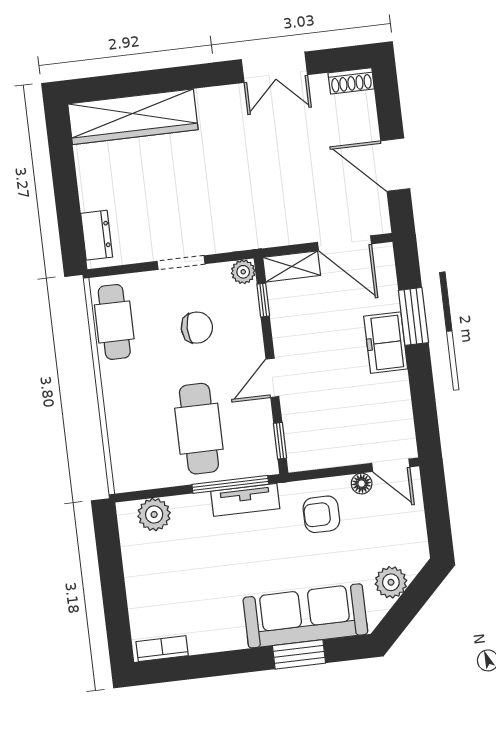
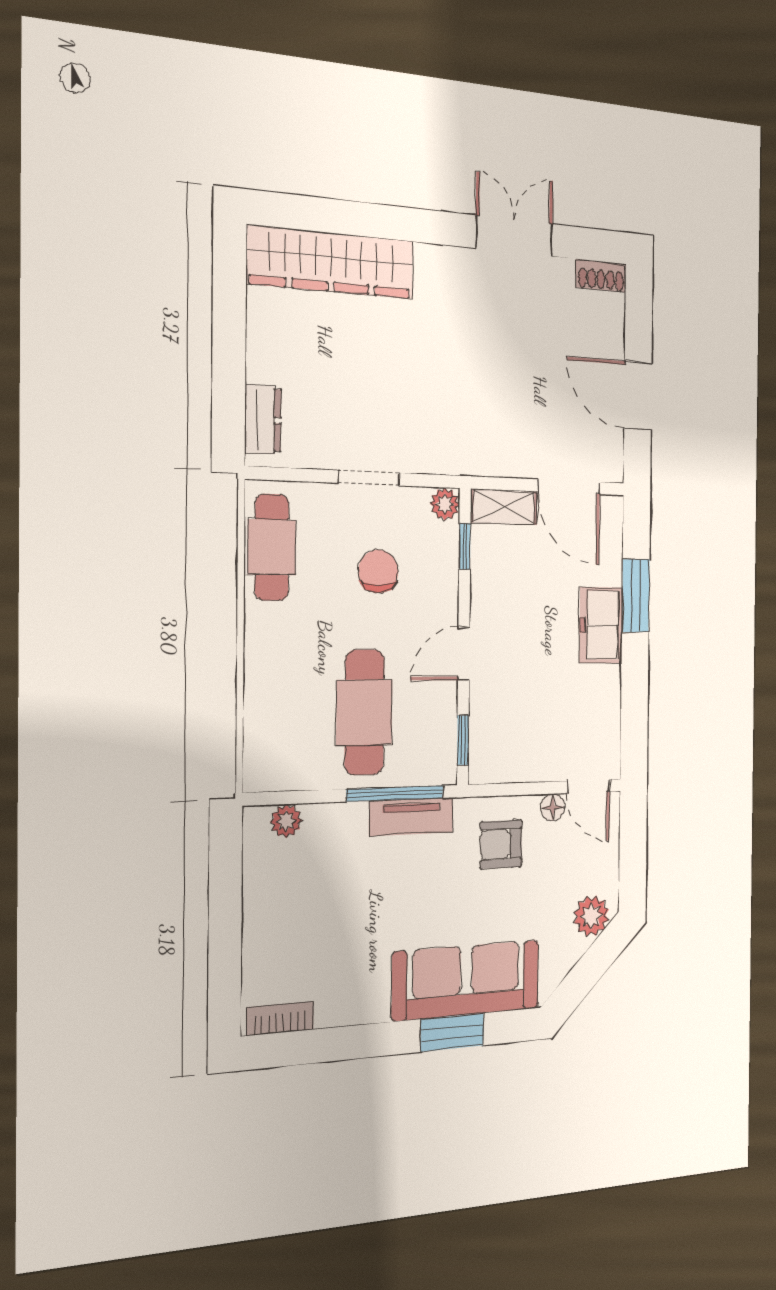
double door: (274, 67) -> (514, 236), swing flipped
chair: (197, 328) -> (378, 571), turned -90
plant: (154, 514) -> (286, 821), width x0.73, depth x0.73
plant: (391, 582) -> (591, 916), moved

